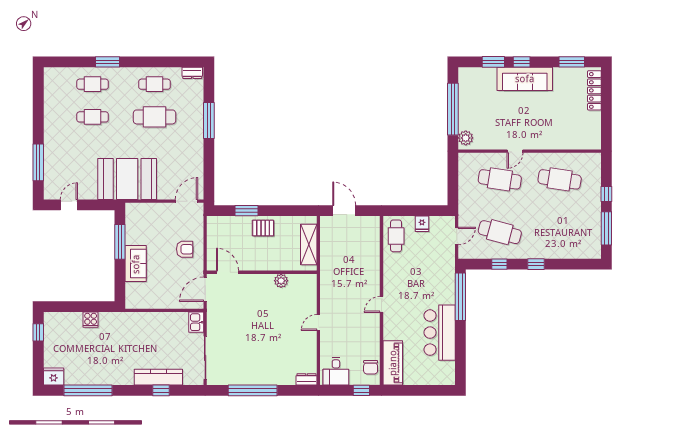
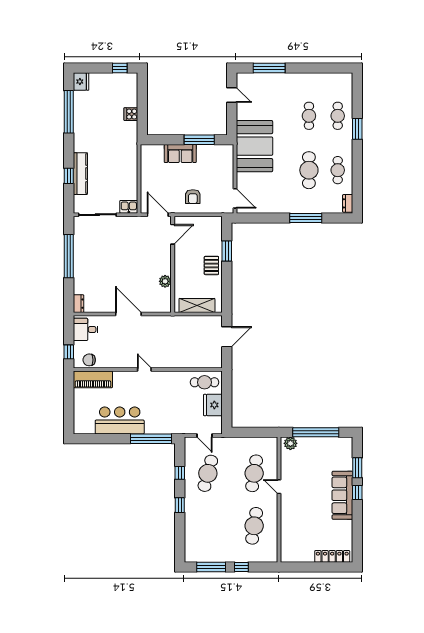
window: (572, 62) -> (357, 536), removed
fridge: (422, 224) -> (213, 405), width x1.88, depth x1.34
door: (318, 323) -> (128, 314), width x1.87

